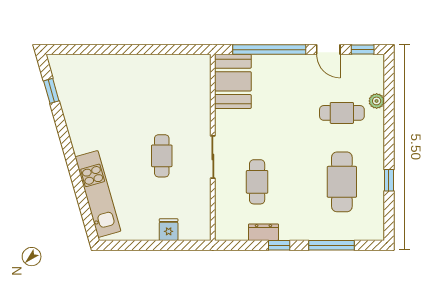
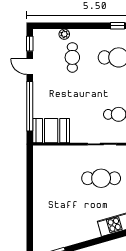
door: (328, 50) -> (30, 67), swing flipped
cafe table: (162, 156) -> (101, 178), width x1.37, depth x1.35

